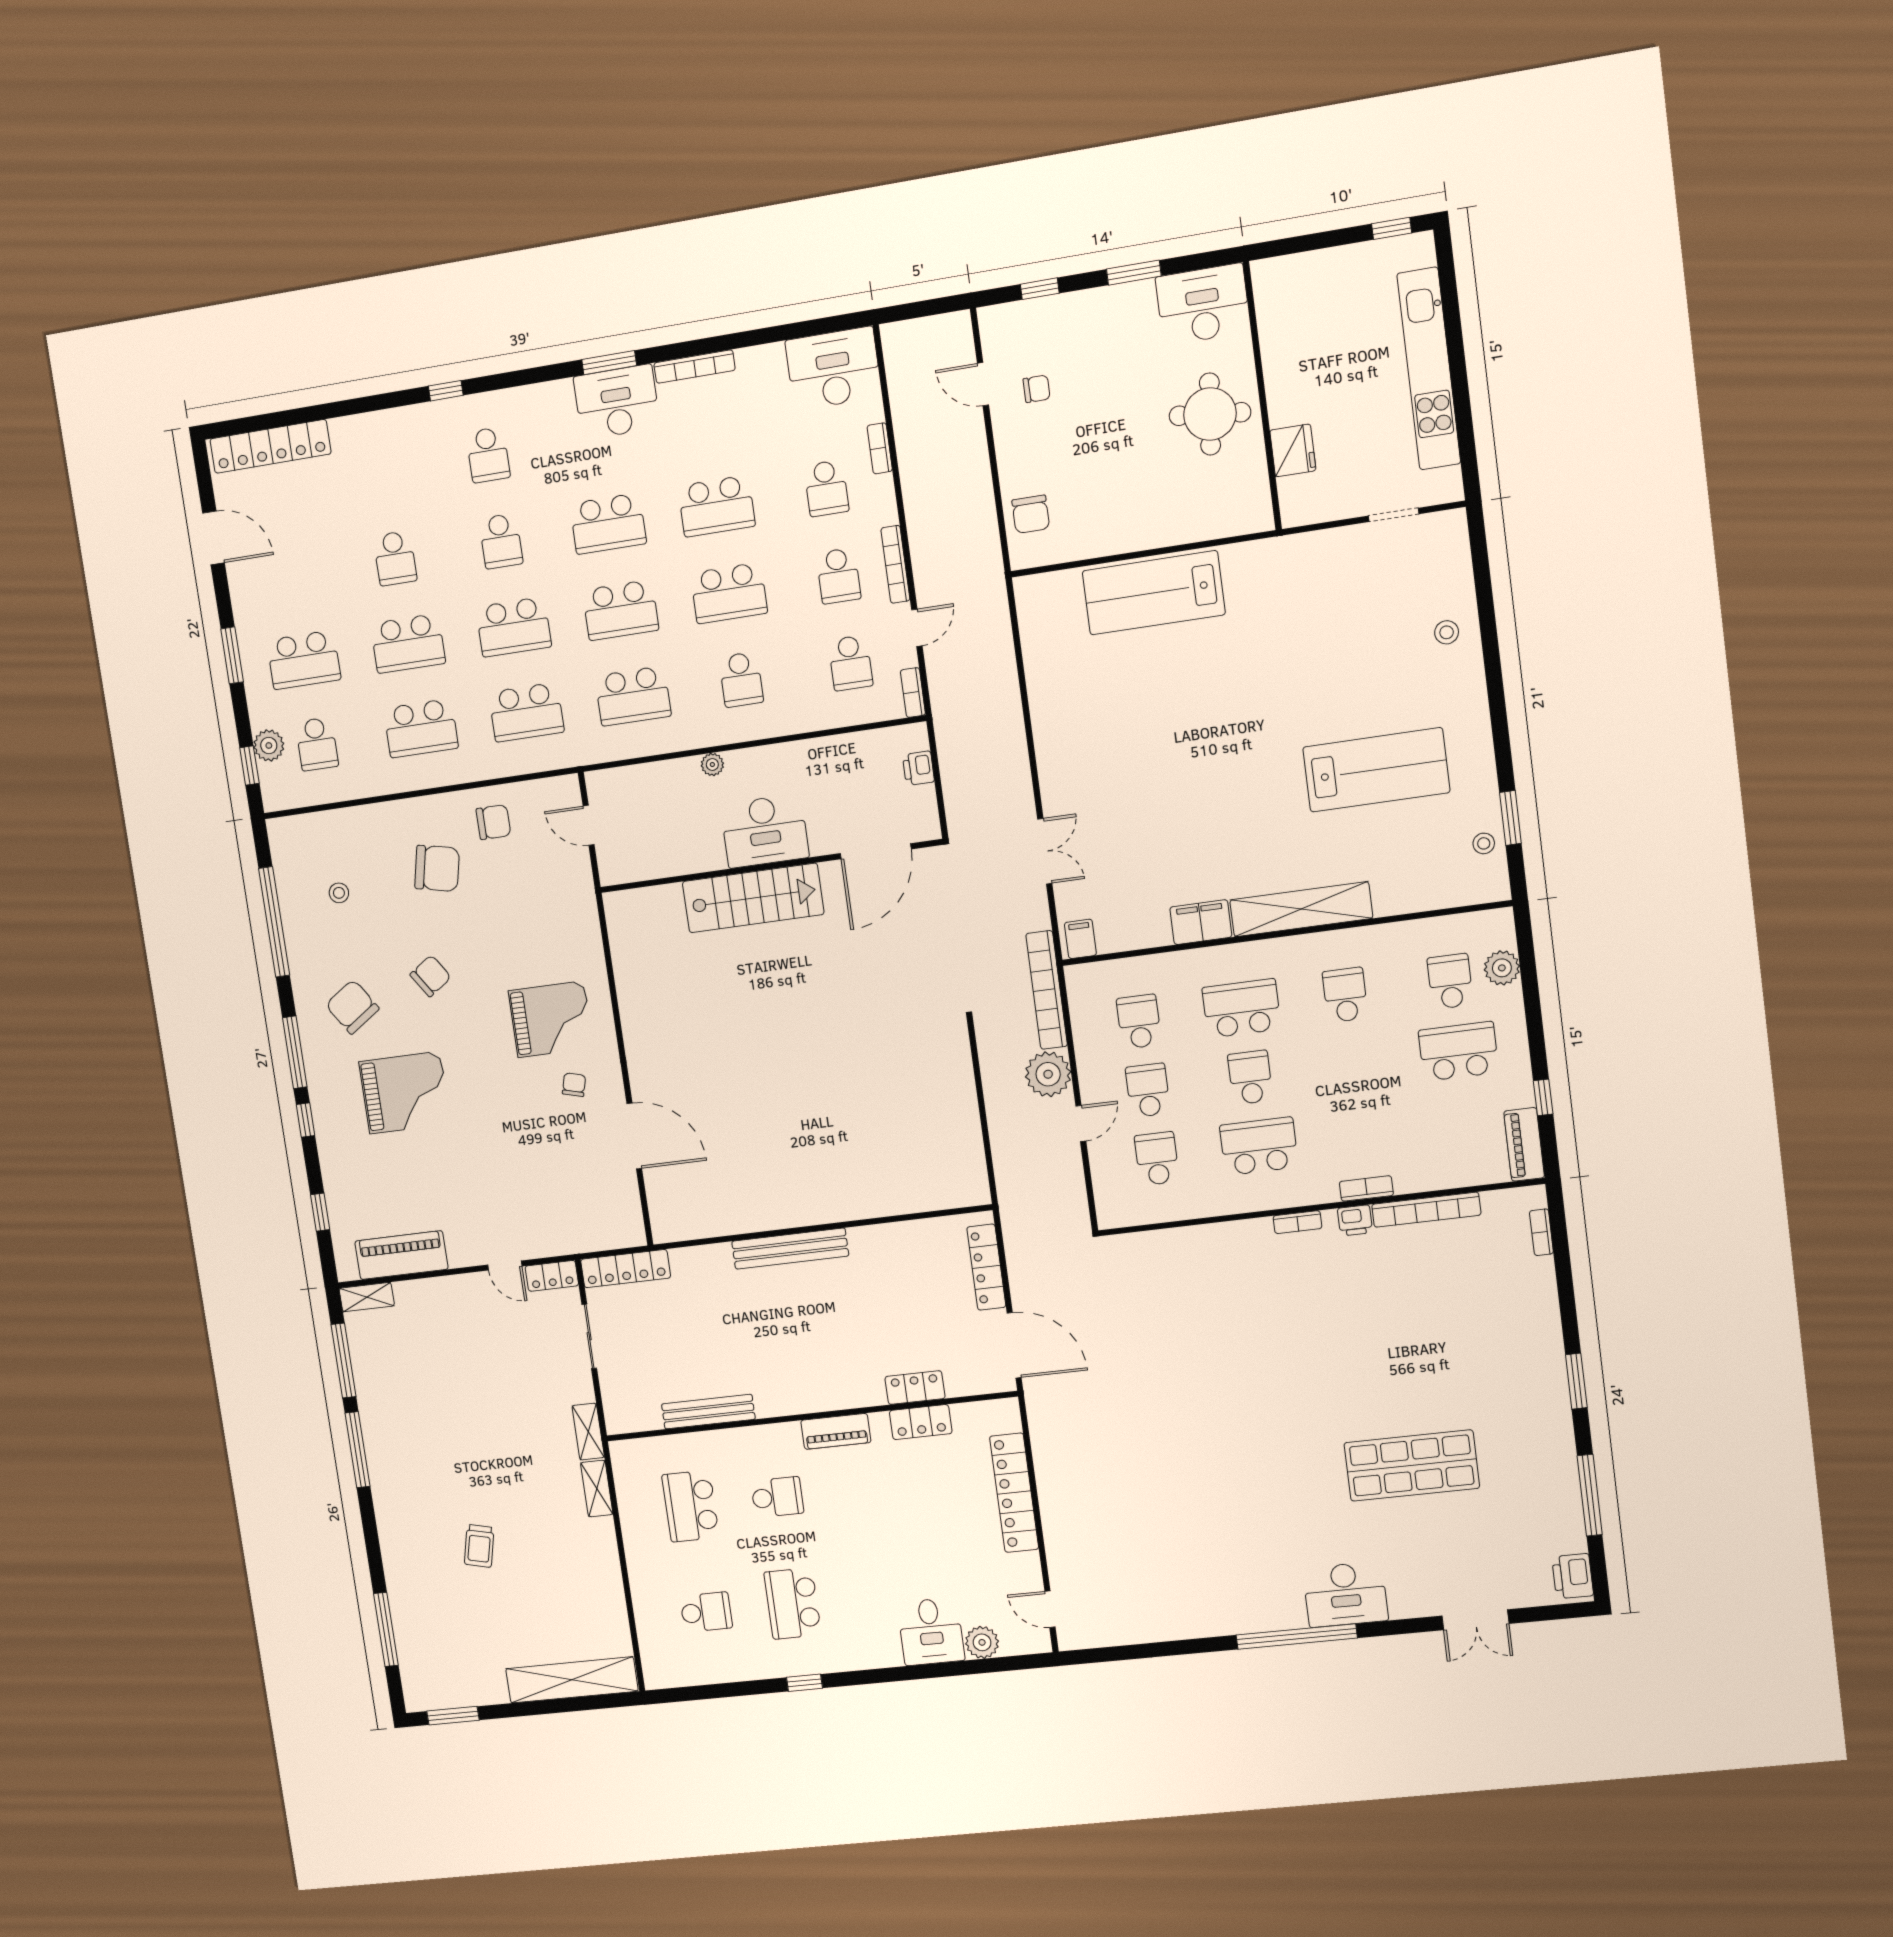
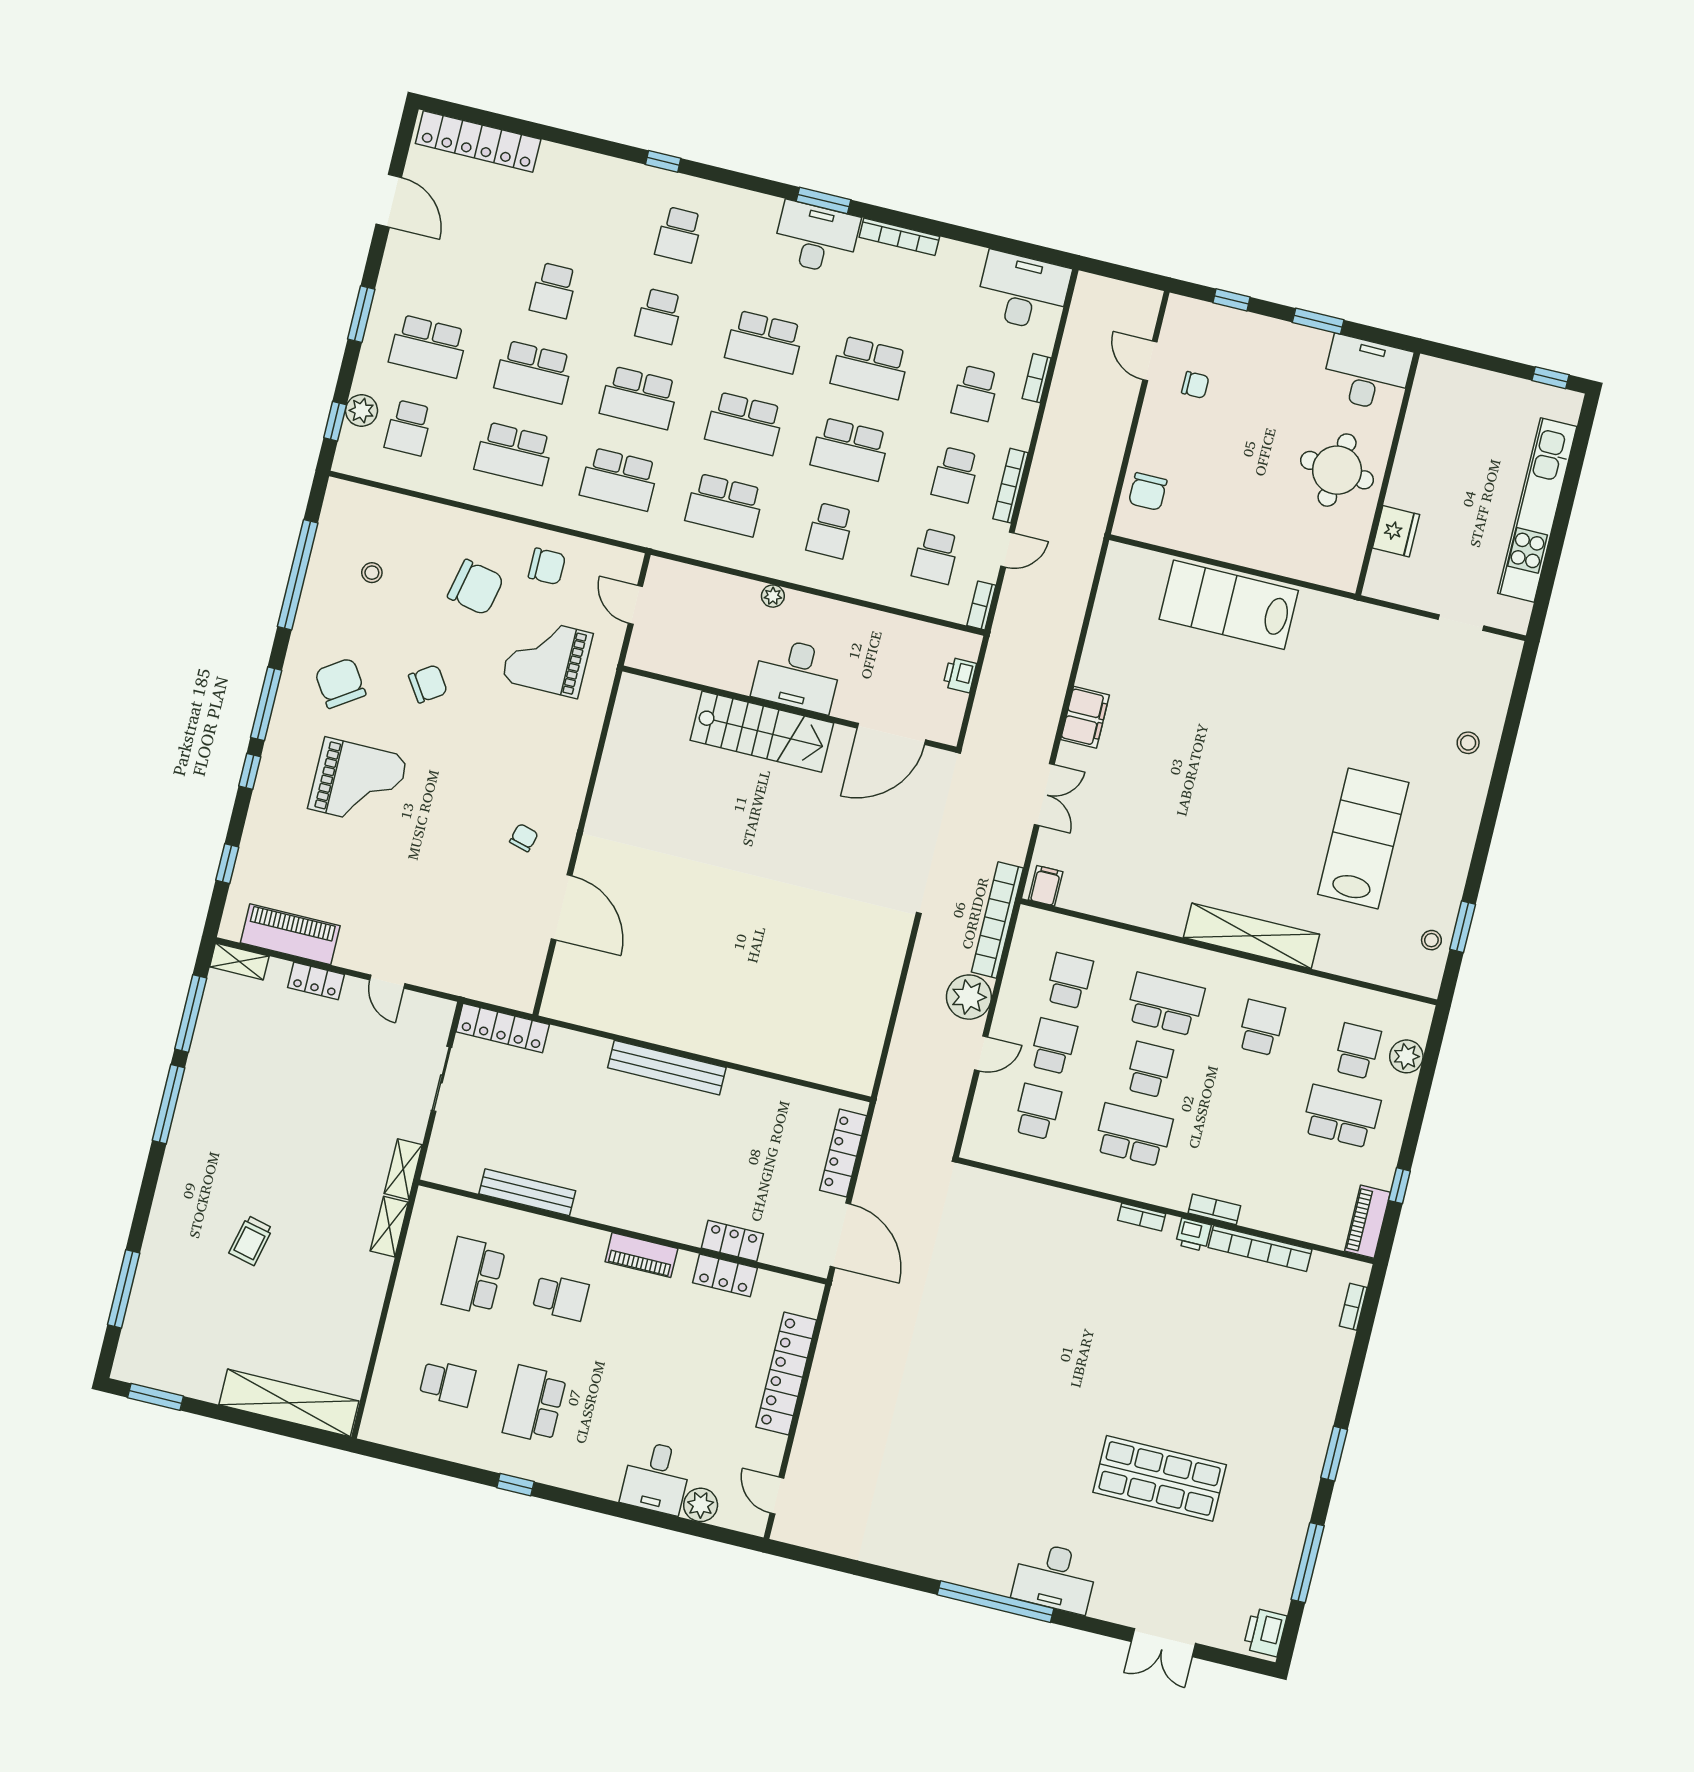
lab bench: (1376, 770) -> (1363, 838), turned -90
filing cabinet: (1201, 922) -> (1085, 717), moved, turned 90
grand piano: (551, 1019) -> (547, 657), moved, turned 180
locker: (552, 1276) -> (316, 981), moved

